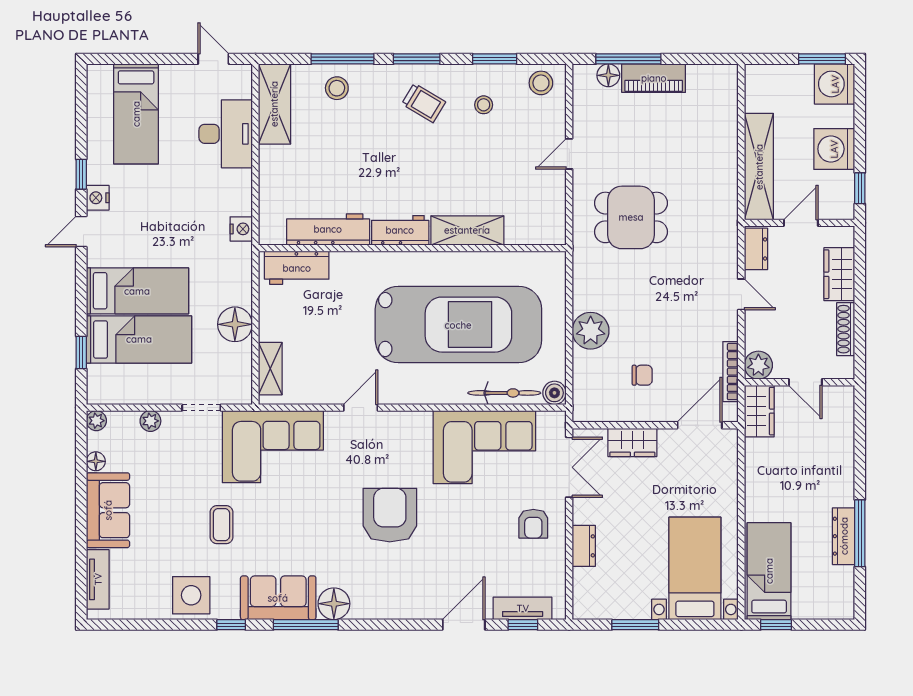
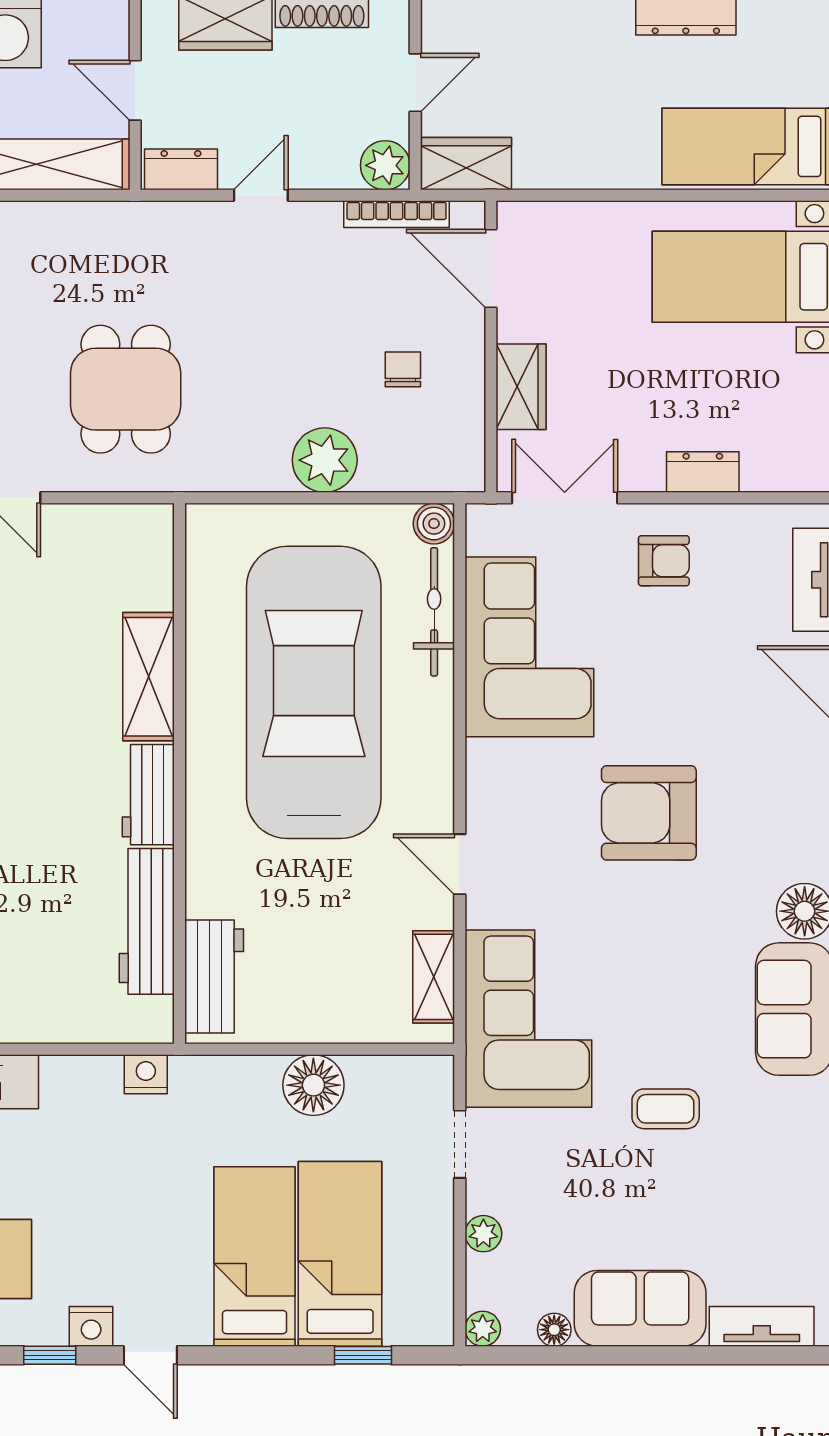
shelving: (270, 369) -> (434, 977), moved, turned 90
side table: (191, 595) -> (790, 1162), removed

